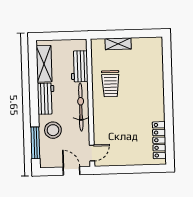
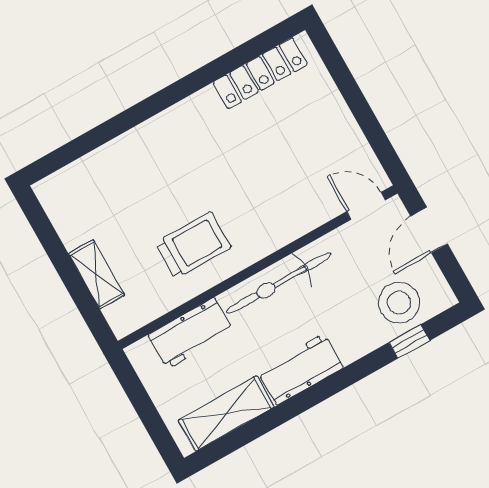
stool: (53, 130) -> (399, 303), moved
window: (35, 143) -> (409, 341), width x0.46

